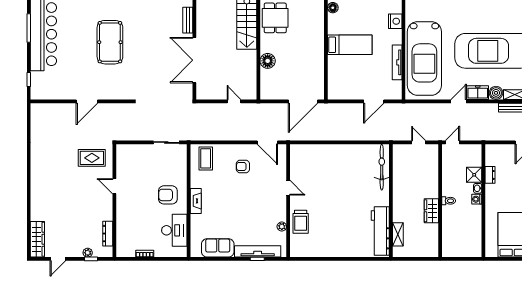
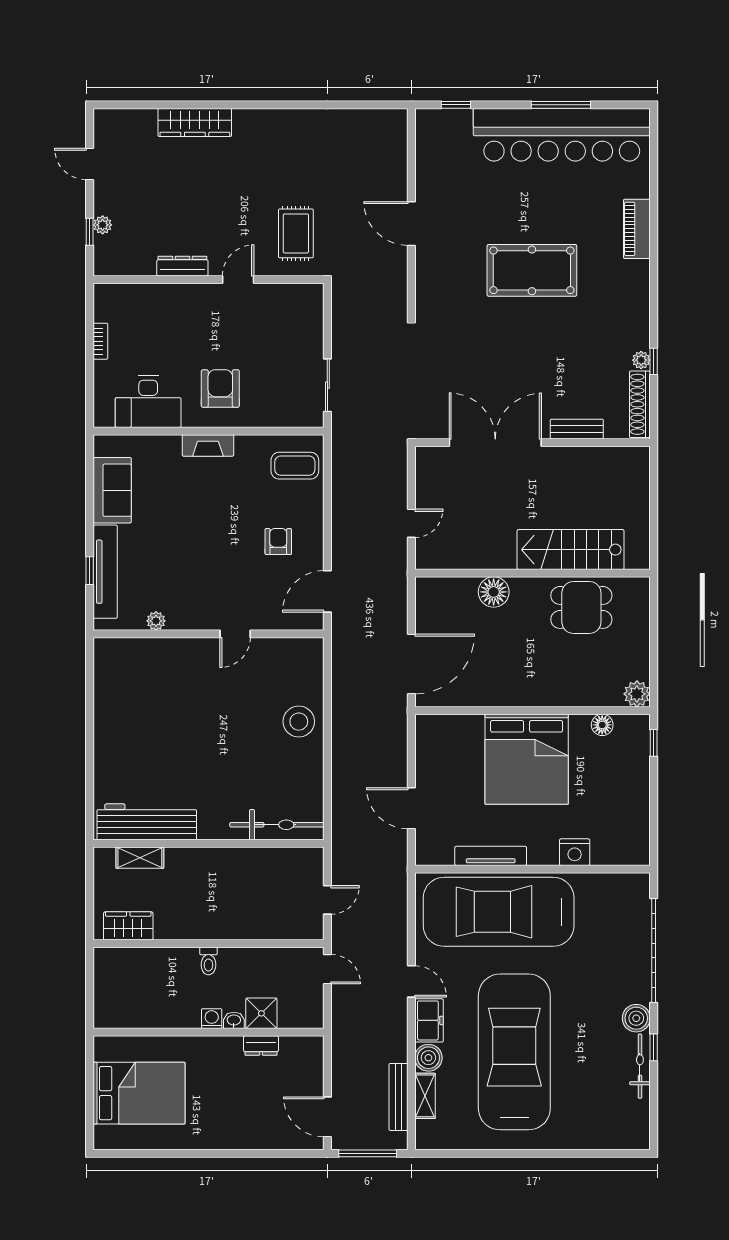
bed: (350, 45) -> (527, 759), width x2.04
door: (303, 101) -> (411, 664), swing flipped
stool: (331, 156) -> (299, 722), added
wardrobe: (431, 211) -> (128, 926), moved
trolley: (301, 222) -> (166, 659), removed
dresser: (108, 234) -> (182, 266), moved
wardrobe: (37, 239) -> (195, 122), moved

